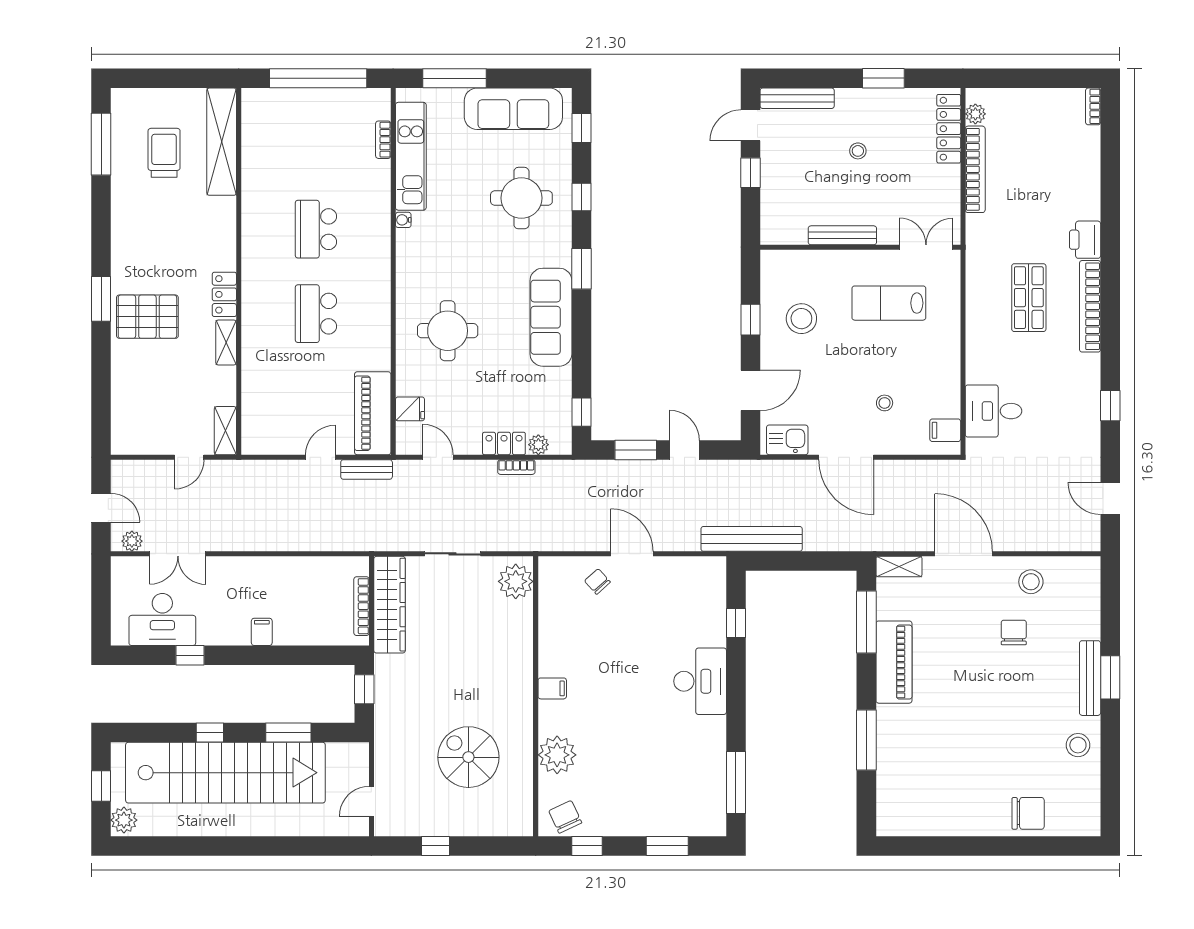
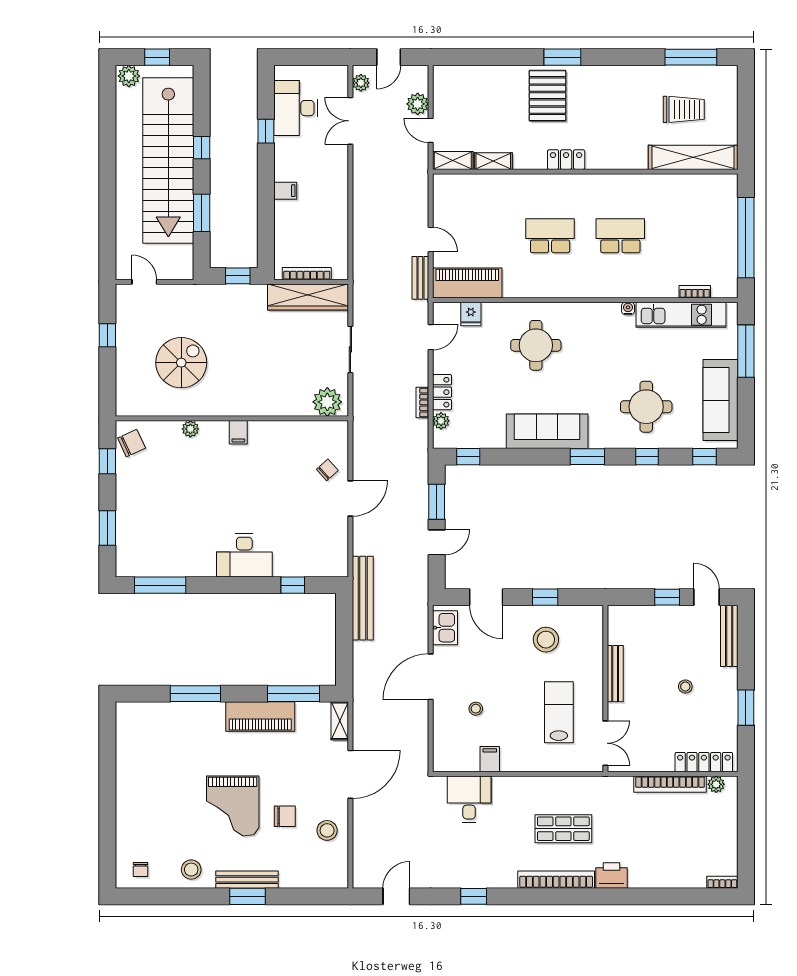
shelving: (226, 342) -> (493, 161), moved
filing cabinet: (945, 430) -> (490, 759), moved
plant: (157, 473) -> (418, 104), added
grand piano: (1001, 695) -> (233, 806), added
plant: (557, 755) -> (190, 429), width x0.53, depth x0.53
chair: (1028, 813) -> (140, 870), moved, width x0.54, depth x0.54

